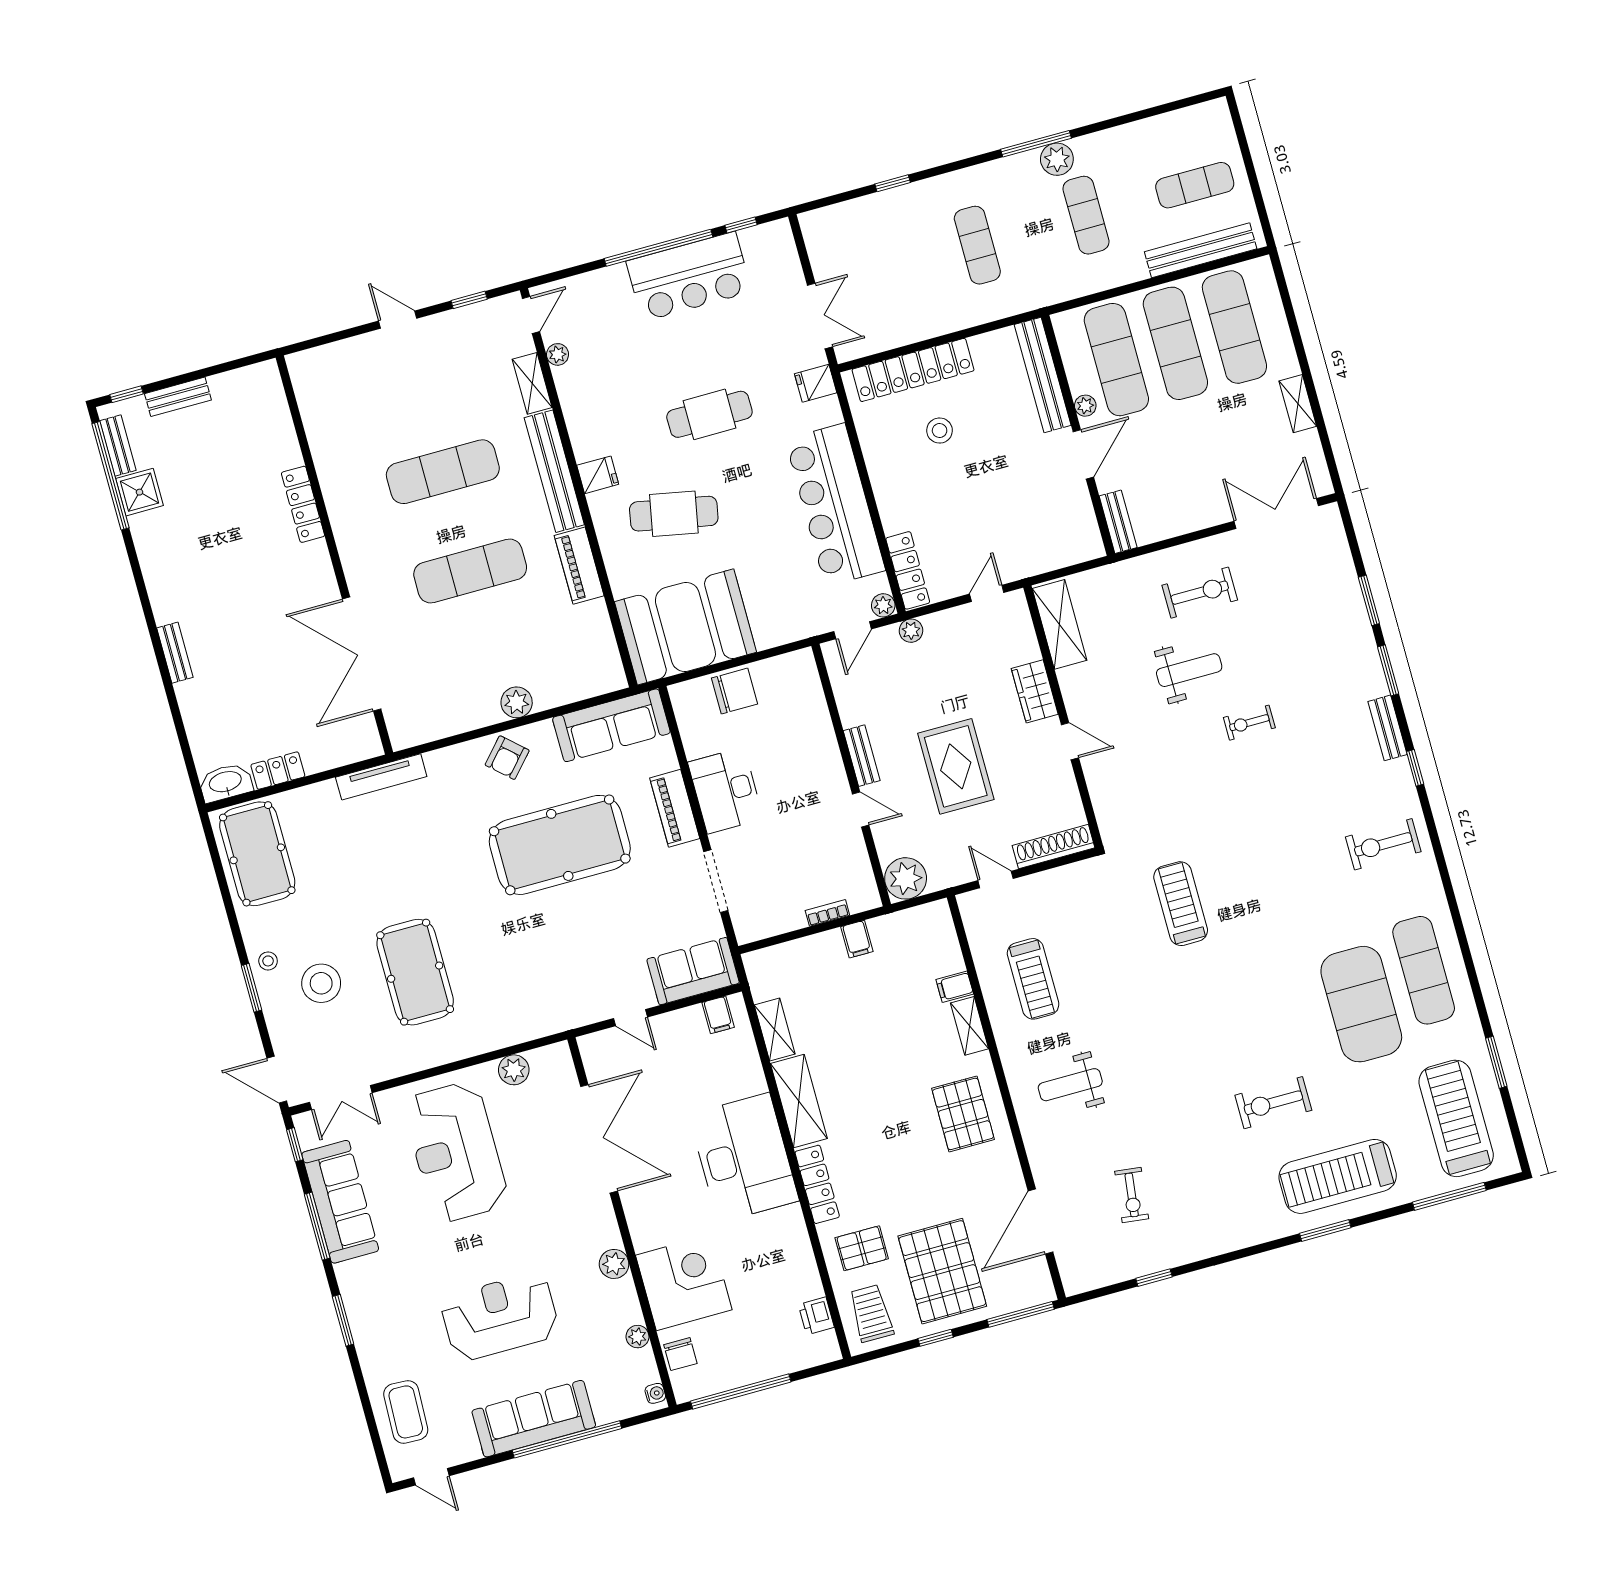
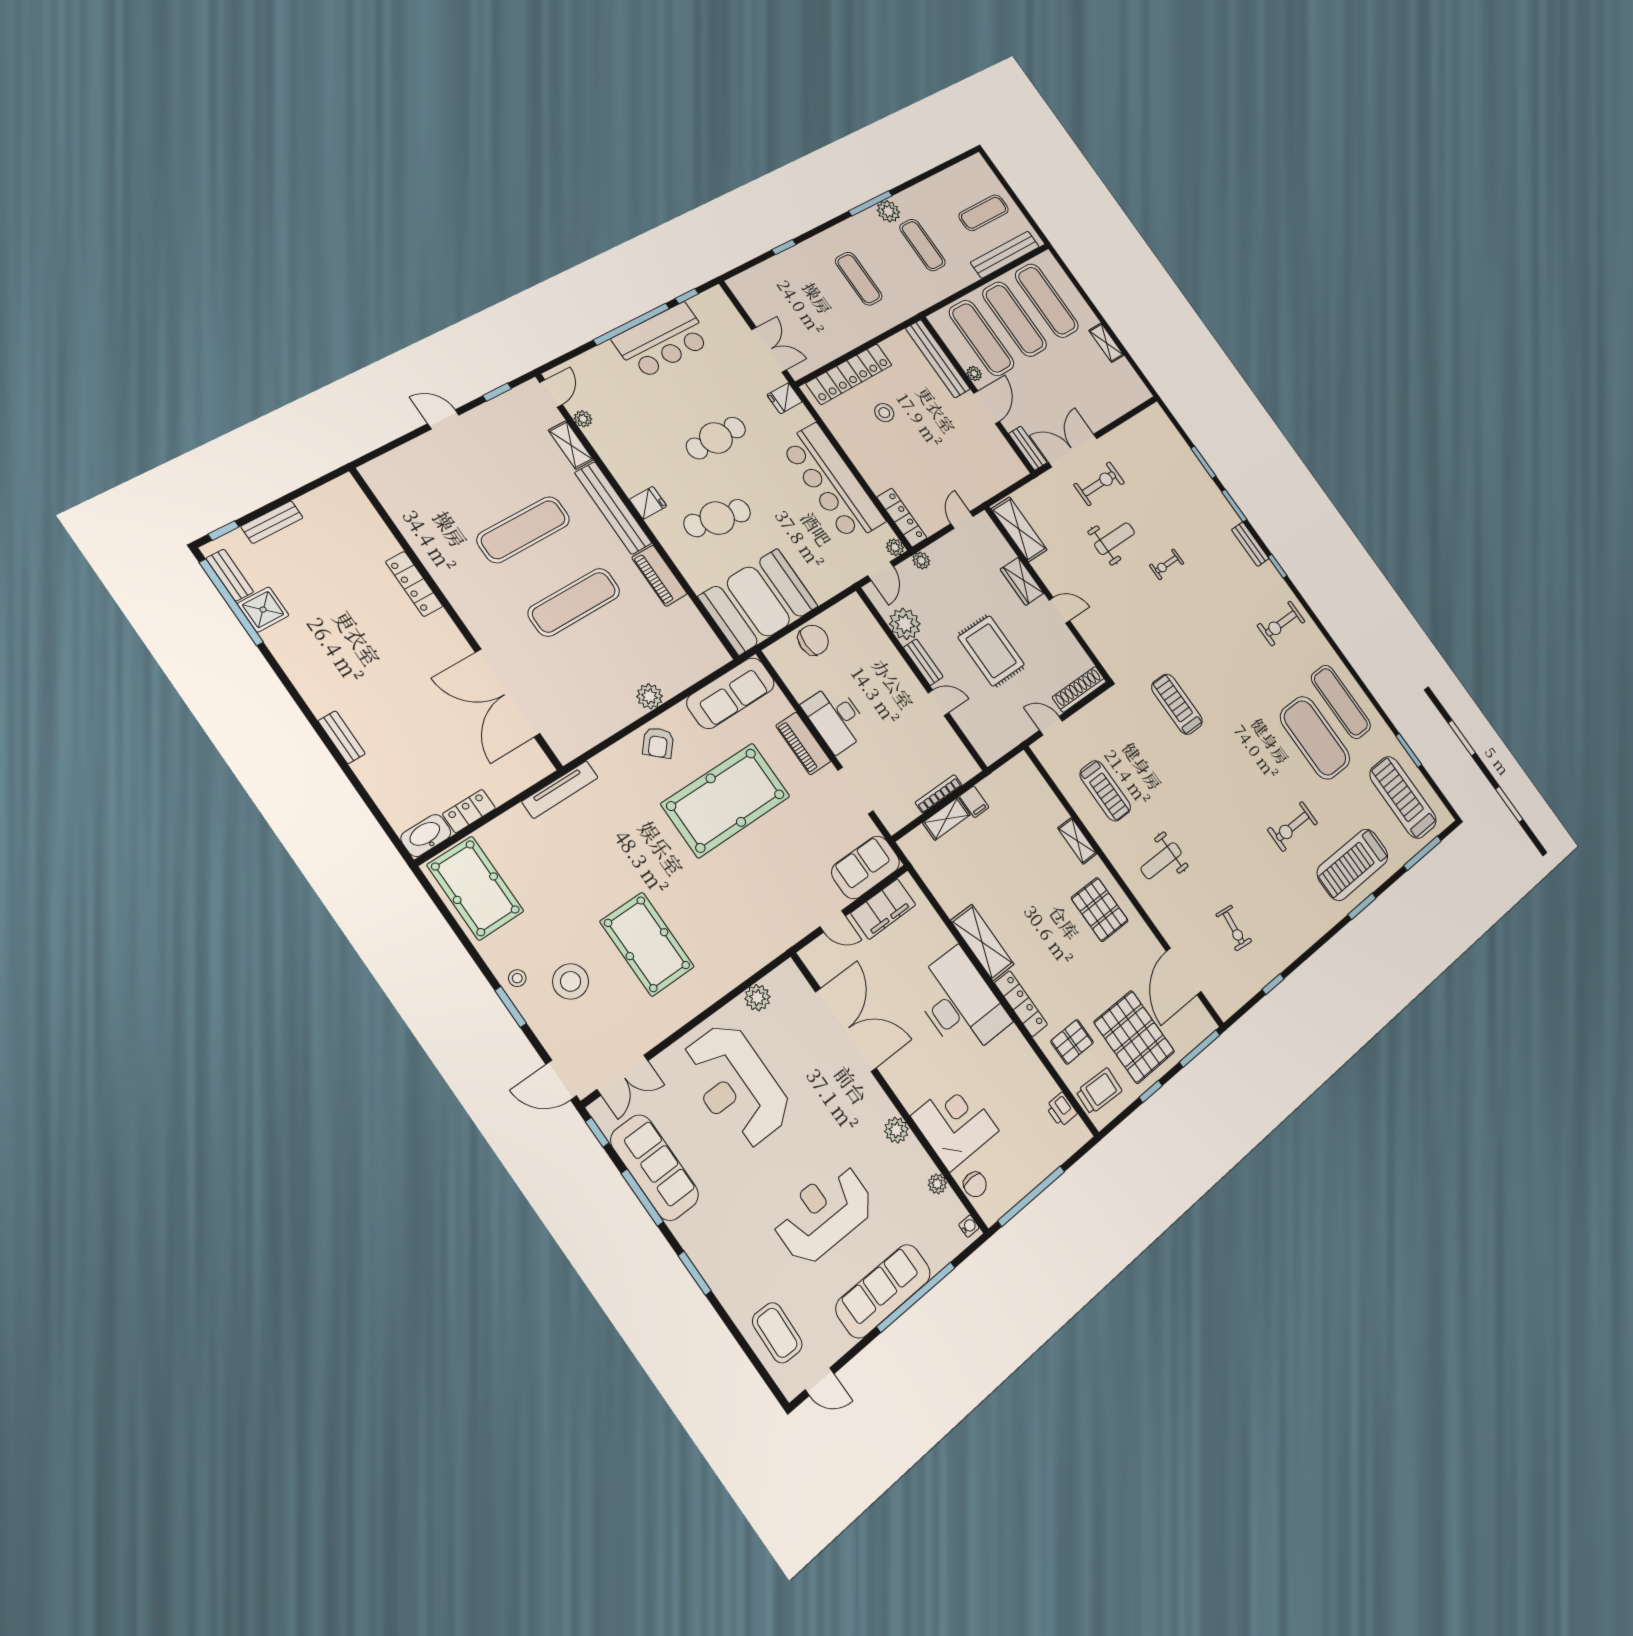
double door: (1276, 514) -> (1073, 450), moved
plant: (906, 878) -> (905, 624), moved
bookcase: (827, 913) -> (939, 794), width x1.56
filing cabinet: (955, 987) -> (1056, 815), removed
filing cabinet: (718, 1015) -> (883, 909), width x3.00, depth x1.17
shelving: (775, 1030) -> (946, 819), moved, turned 90
trolley: (871, 1313) -> (1099, 1091), turned 93

